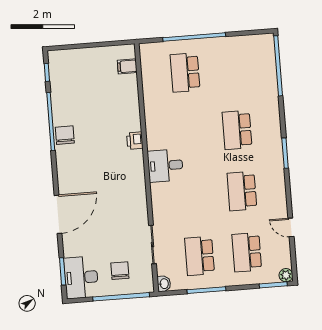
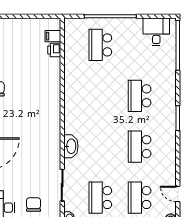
printer: (135, 141) -> (54, 50), moved
desk: (165, 166) -> (156, 32), moved, turned 90
washbasin: (159, 197) -> (71, 146), added
door: (291, 227) -> (178, 194), moved

